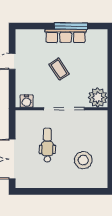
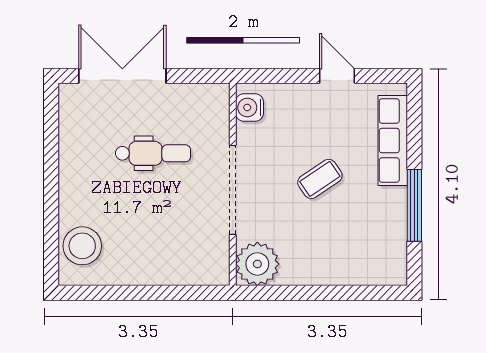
row of seats: (66, 36) -> (393, 141), moved
stool: (83, 160) -> (82, 246), moved

